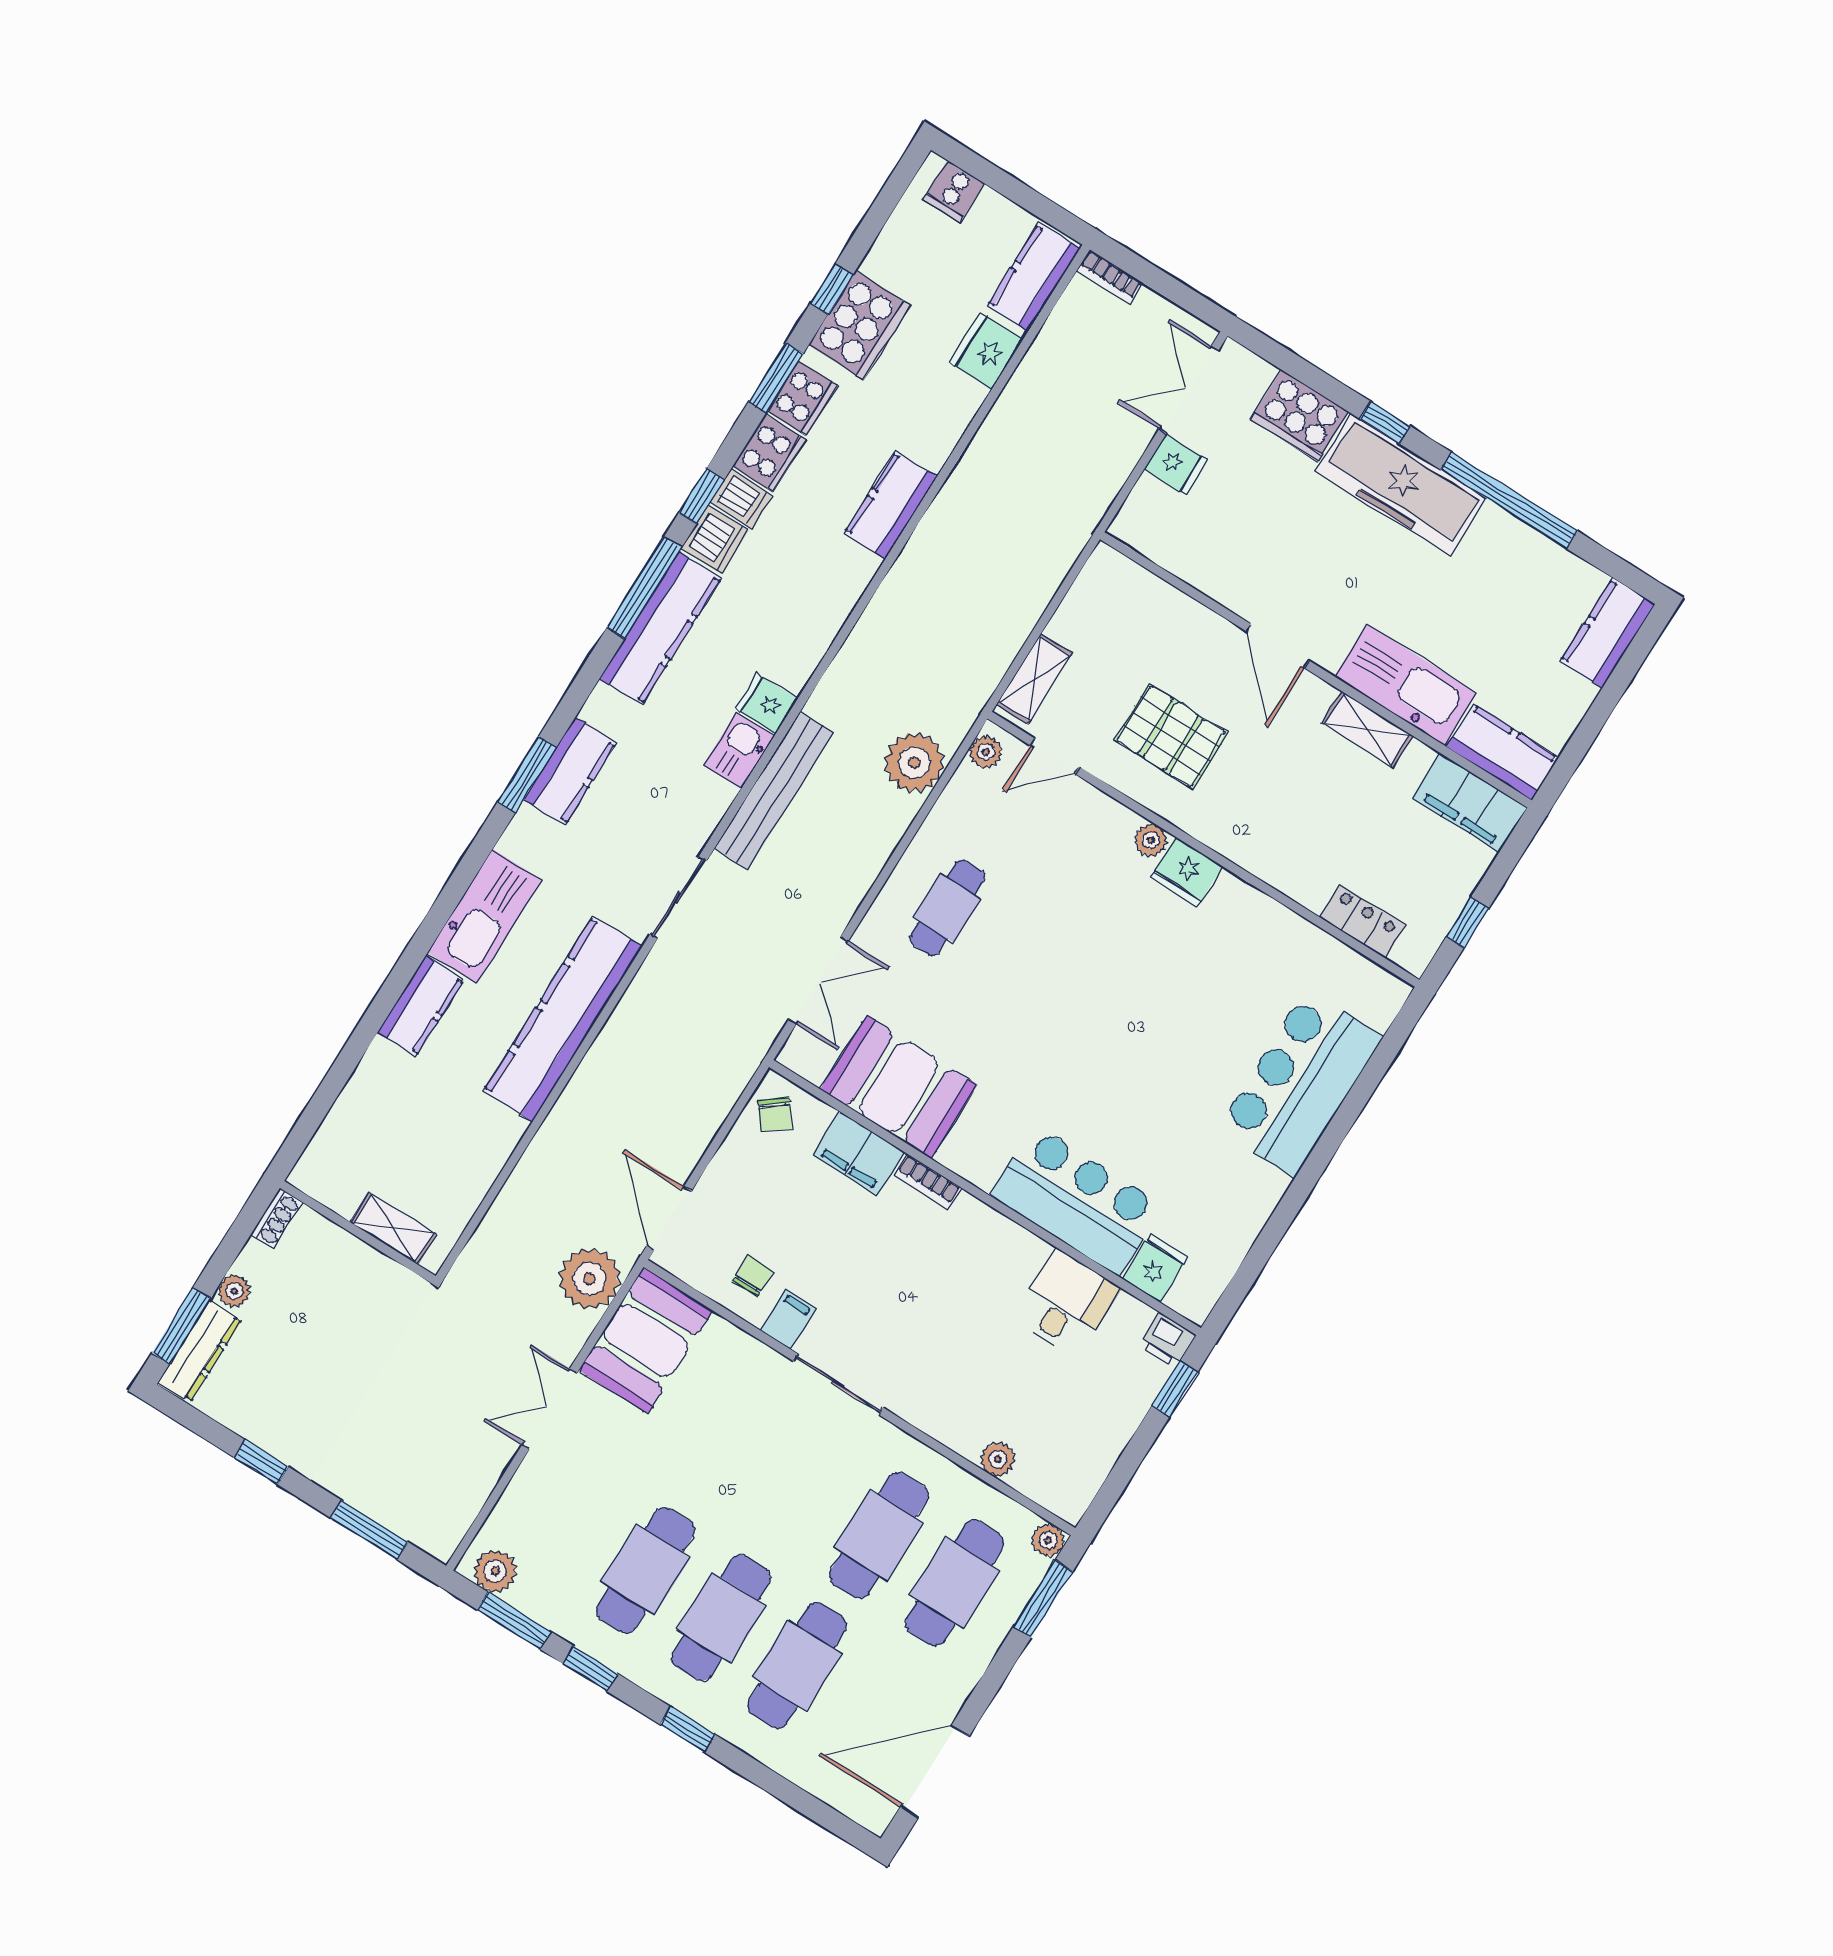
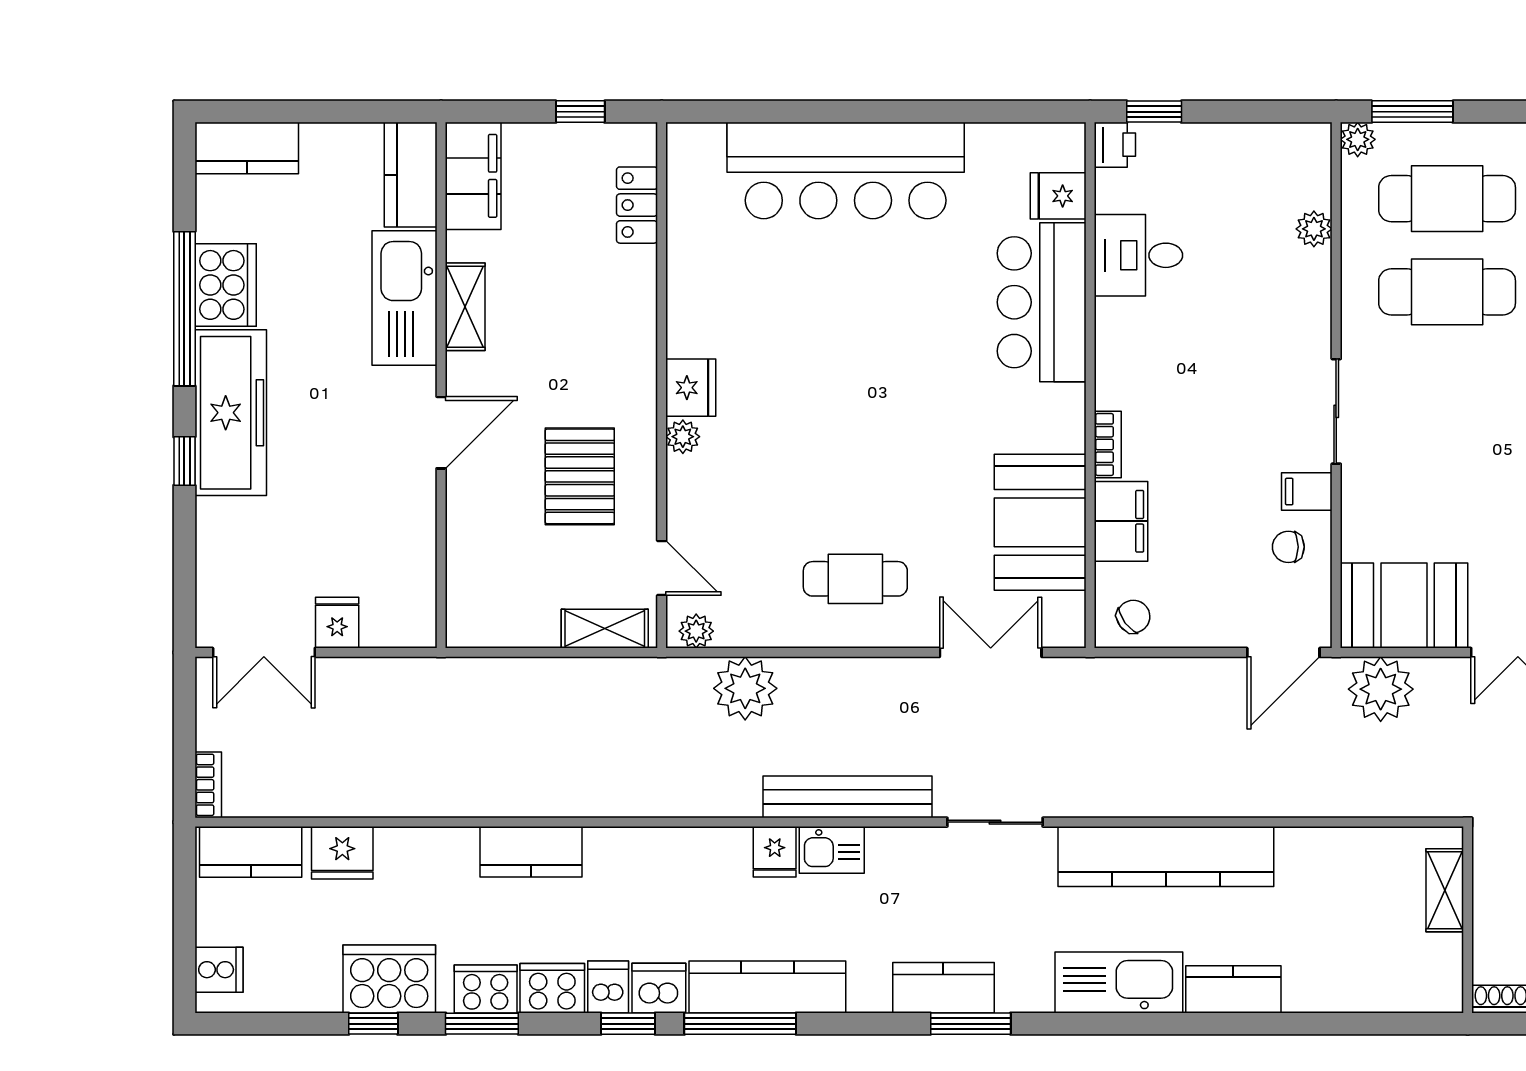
cooker: (1300, 415) -> (226, 285), moved
bar counter: (1300, 1083) -> (846, 170), width x1.36

